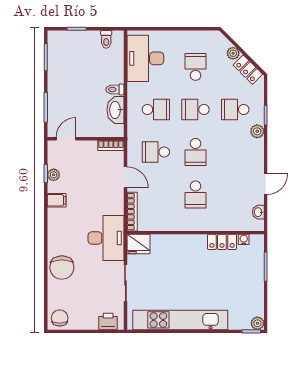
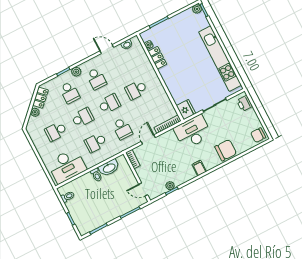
school desk: (156, 109) -> (96, 143), turned -90
school desk: (196, 109) -> (83, 118), turned -90
school desk: (235, 152) -> (96, 79), added
school desk: (196, 194) -> (136, 90), turned 180
filing cabinet: (57, 200) -> (199, 168), moved

